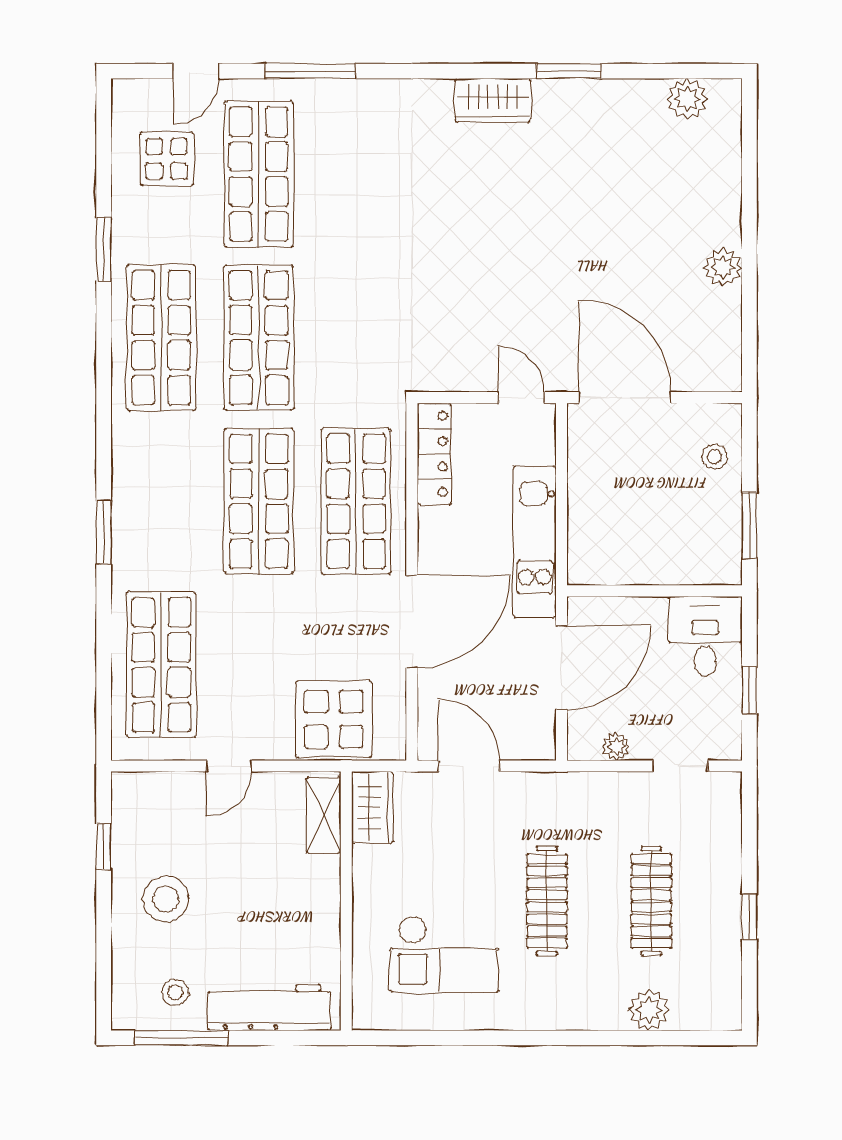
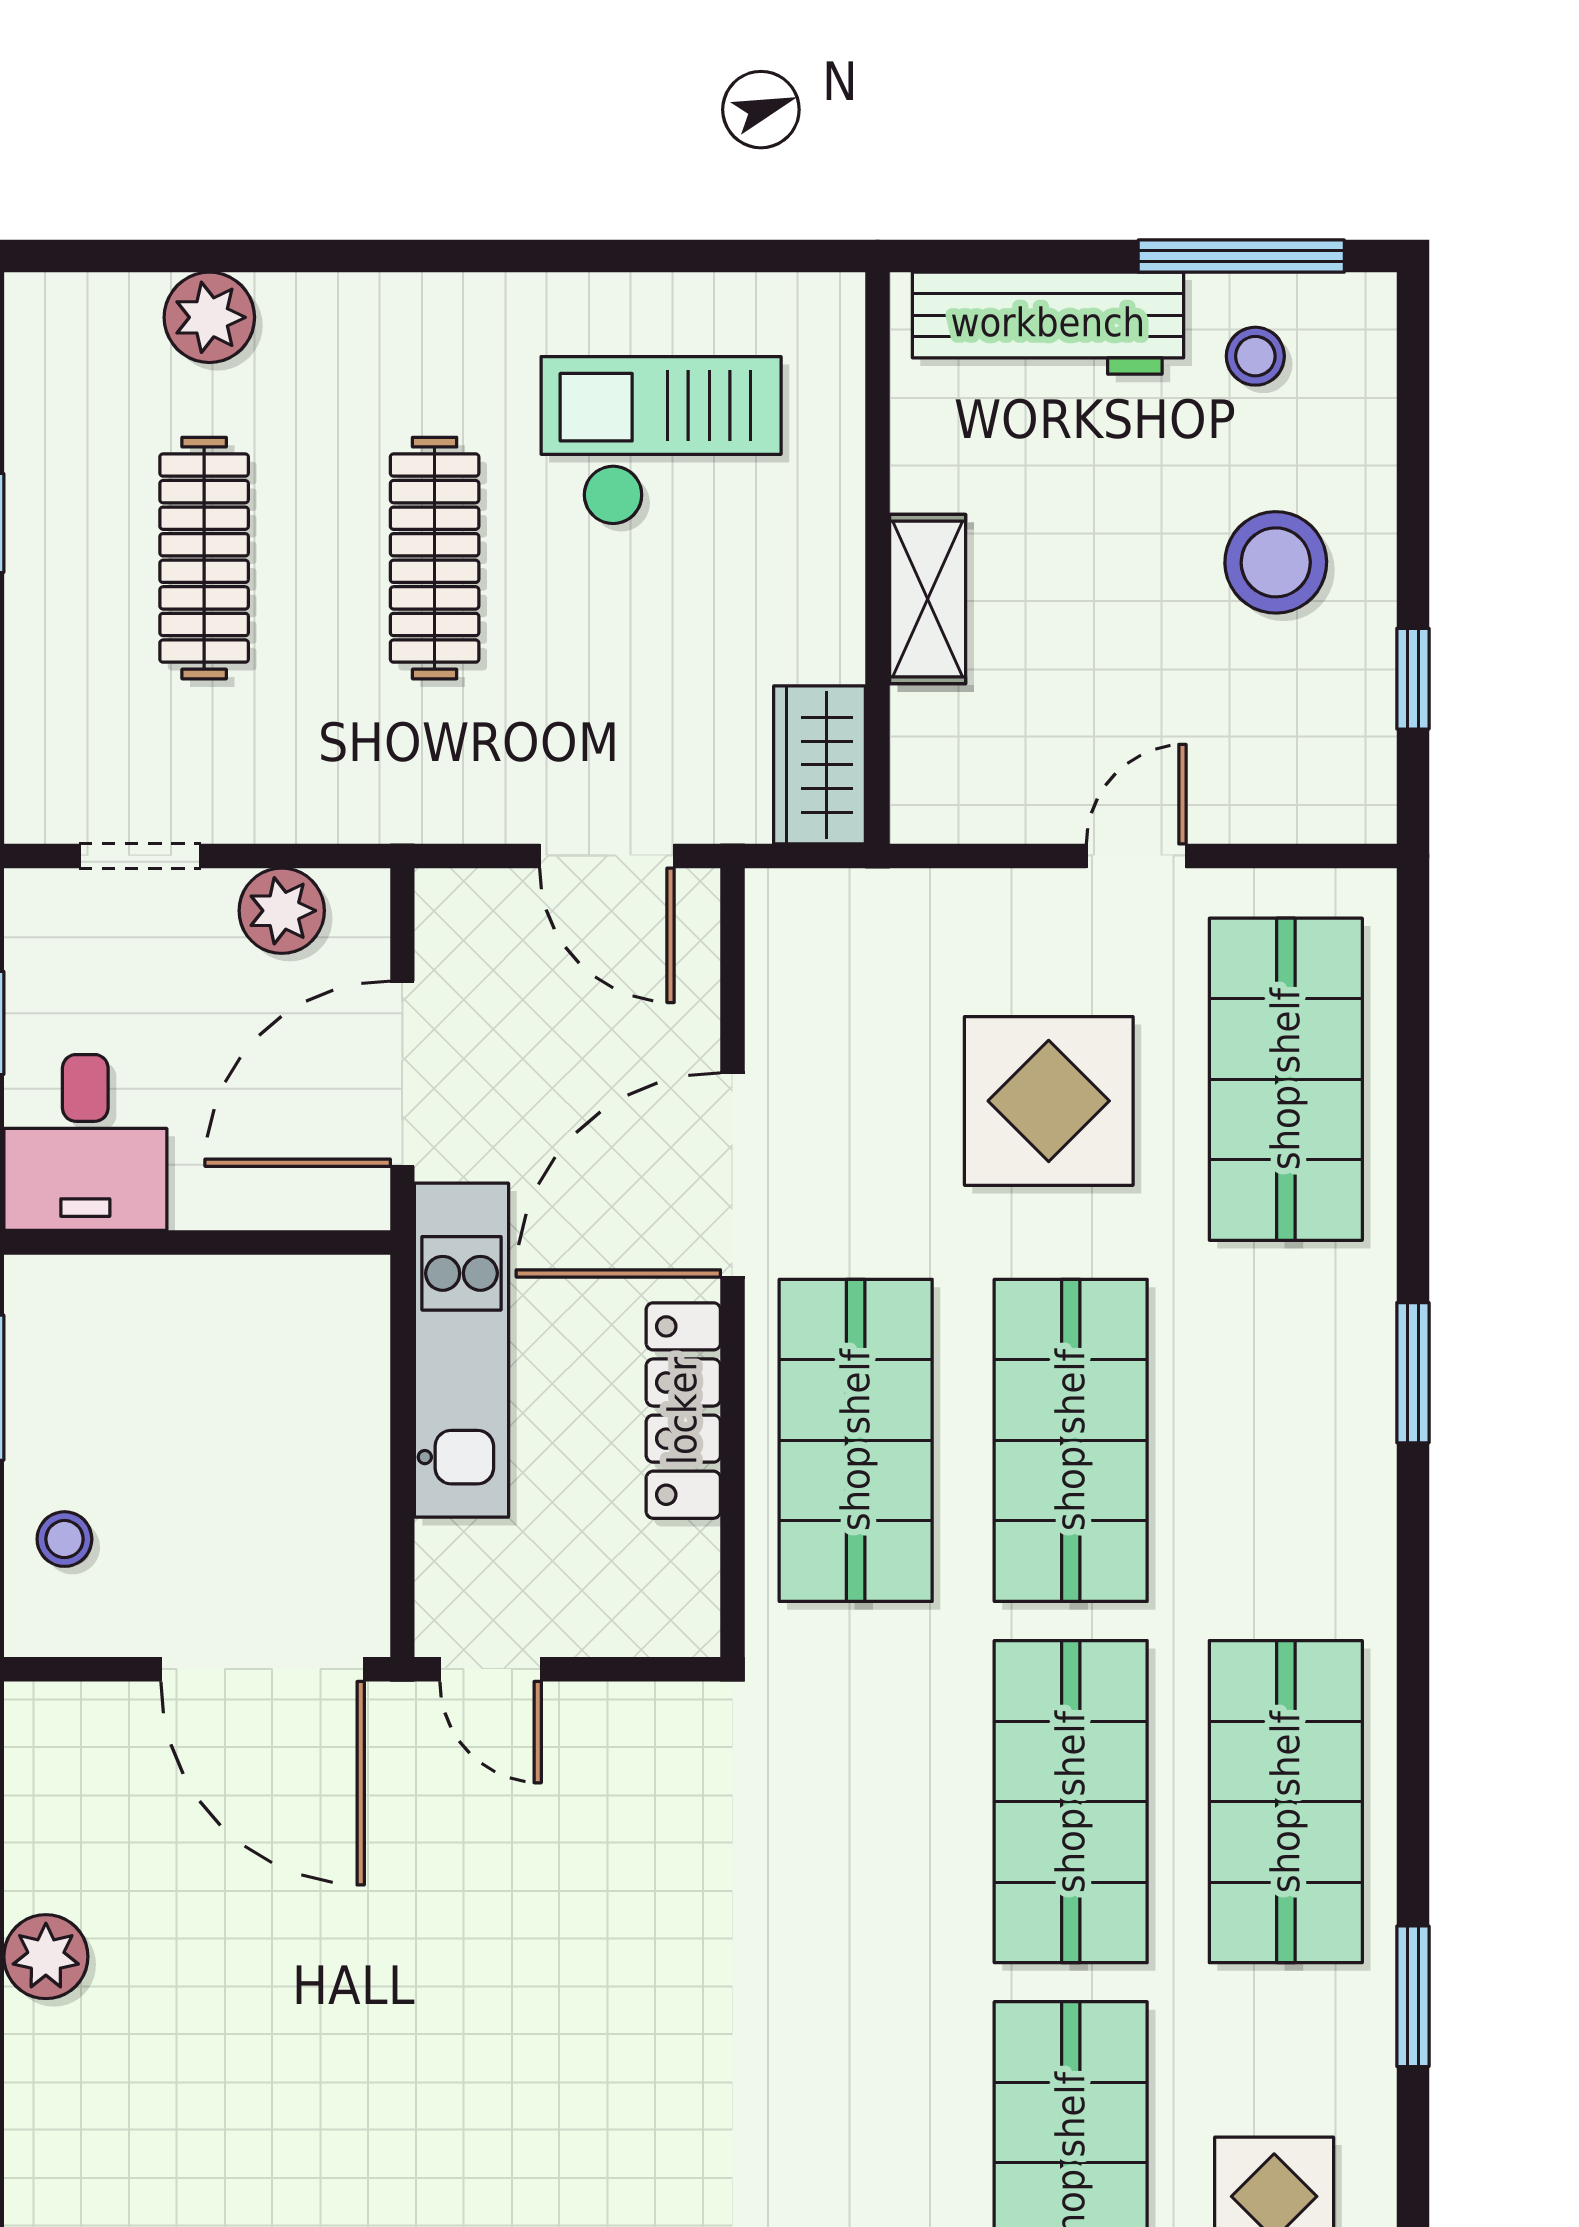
locker: (434, 454) -> (683, 1411), moved
display table: (334, 719) -> (1049, 1101), moved
plant: (616, 746) -> (282, 911), width x1.38, depth x1.38
shelving: (324, 815) -> (928, 599), moved

